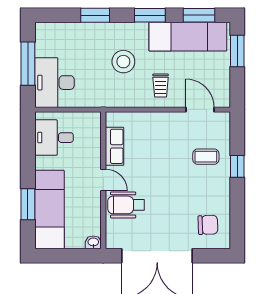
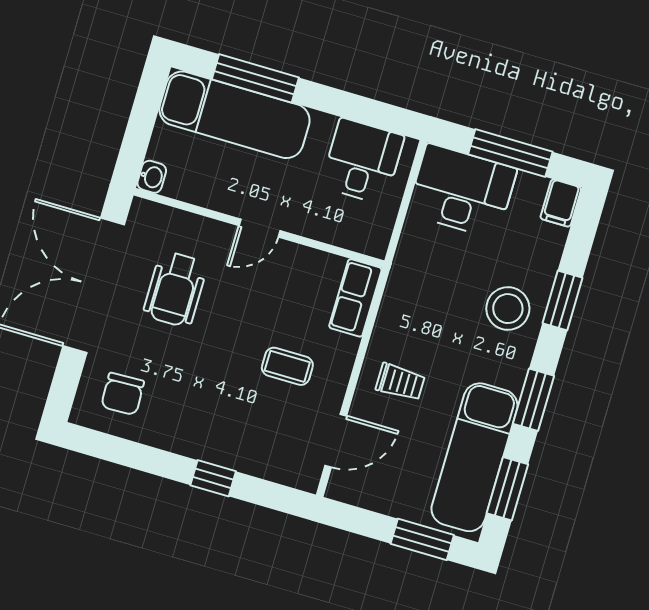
filing cabinet: (46, 31) -> (561, 203), added
stool: (123, 62) -> (508, 309), moved
trolley: (161, 86) -> (400, 382), turned 180
row of seats: (115, 146) -> (355, 298), moved, turned 90
coffee table: (206, 157) -> (287, 366), moved, turned 90
window: (28, 204) -> (255, 78), width x1.44
wheelchair: (126, 205) -> (175, 289), moved, turned 180

